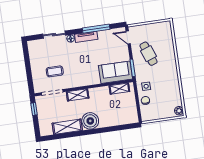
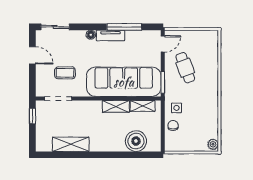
sliding door: (54, 35) -> (55, 27), moved
door: (128, 38) -> (163, 44), swing flipped
door: (27, 61) -> (32, 55), added
sofa: (116, 72) -> (124, 82), width x1.85, depth x1.27
shelving: (78, 95) -> (116, 106), moved
boiler: (90, 121) -> (136, 141), moved

